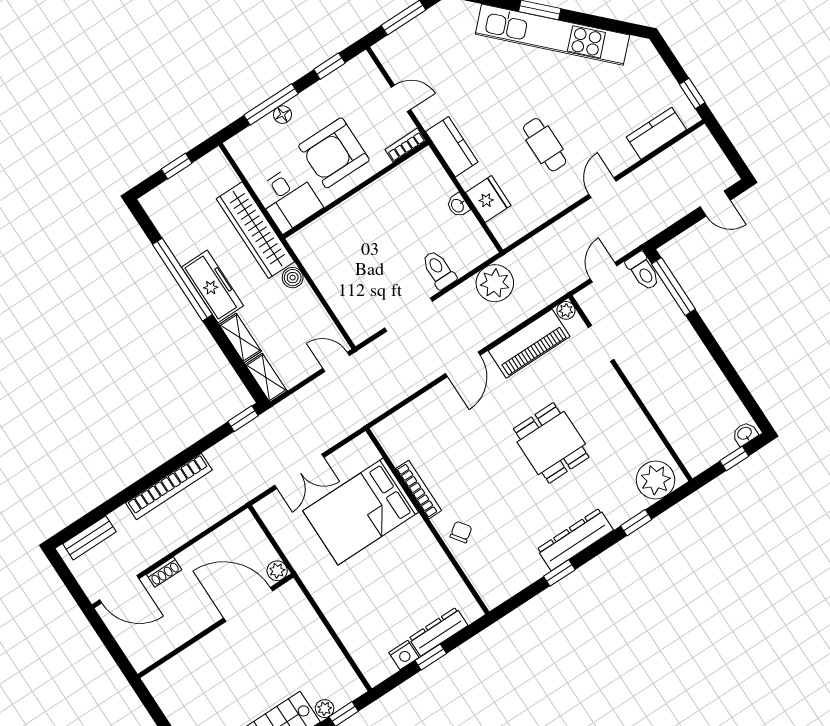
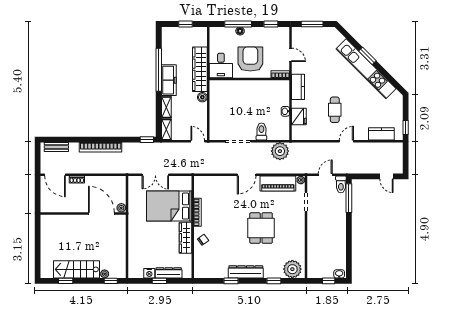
armchair: (334, 153) -> (250, 59), turned 90
wardrobe: (427, 549) -> (186, 238), added

